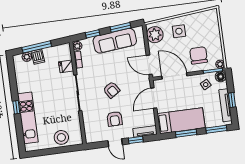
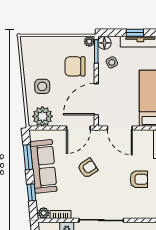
armchair: (112, 90) -> (88, 168), moved

